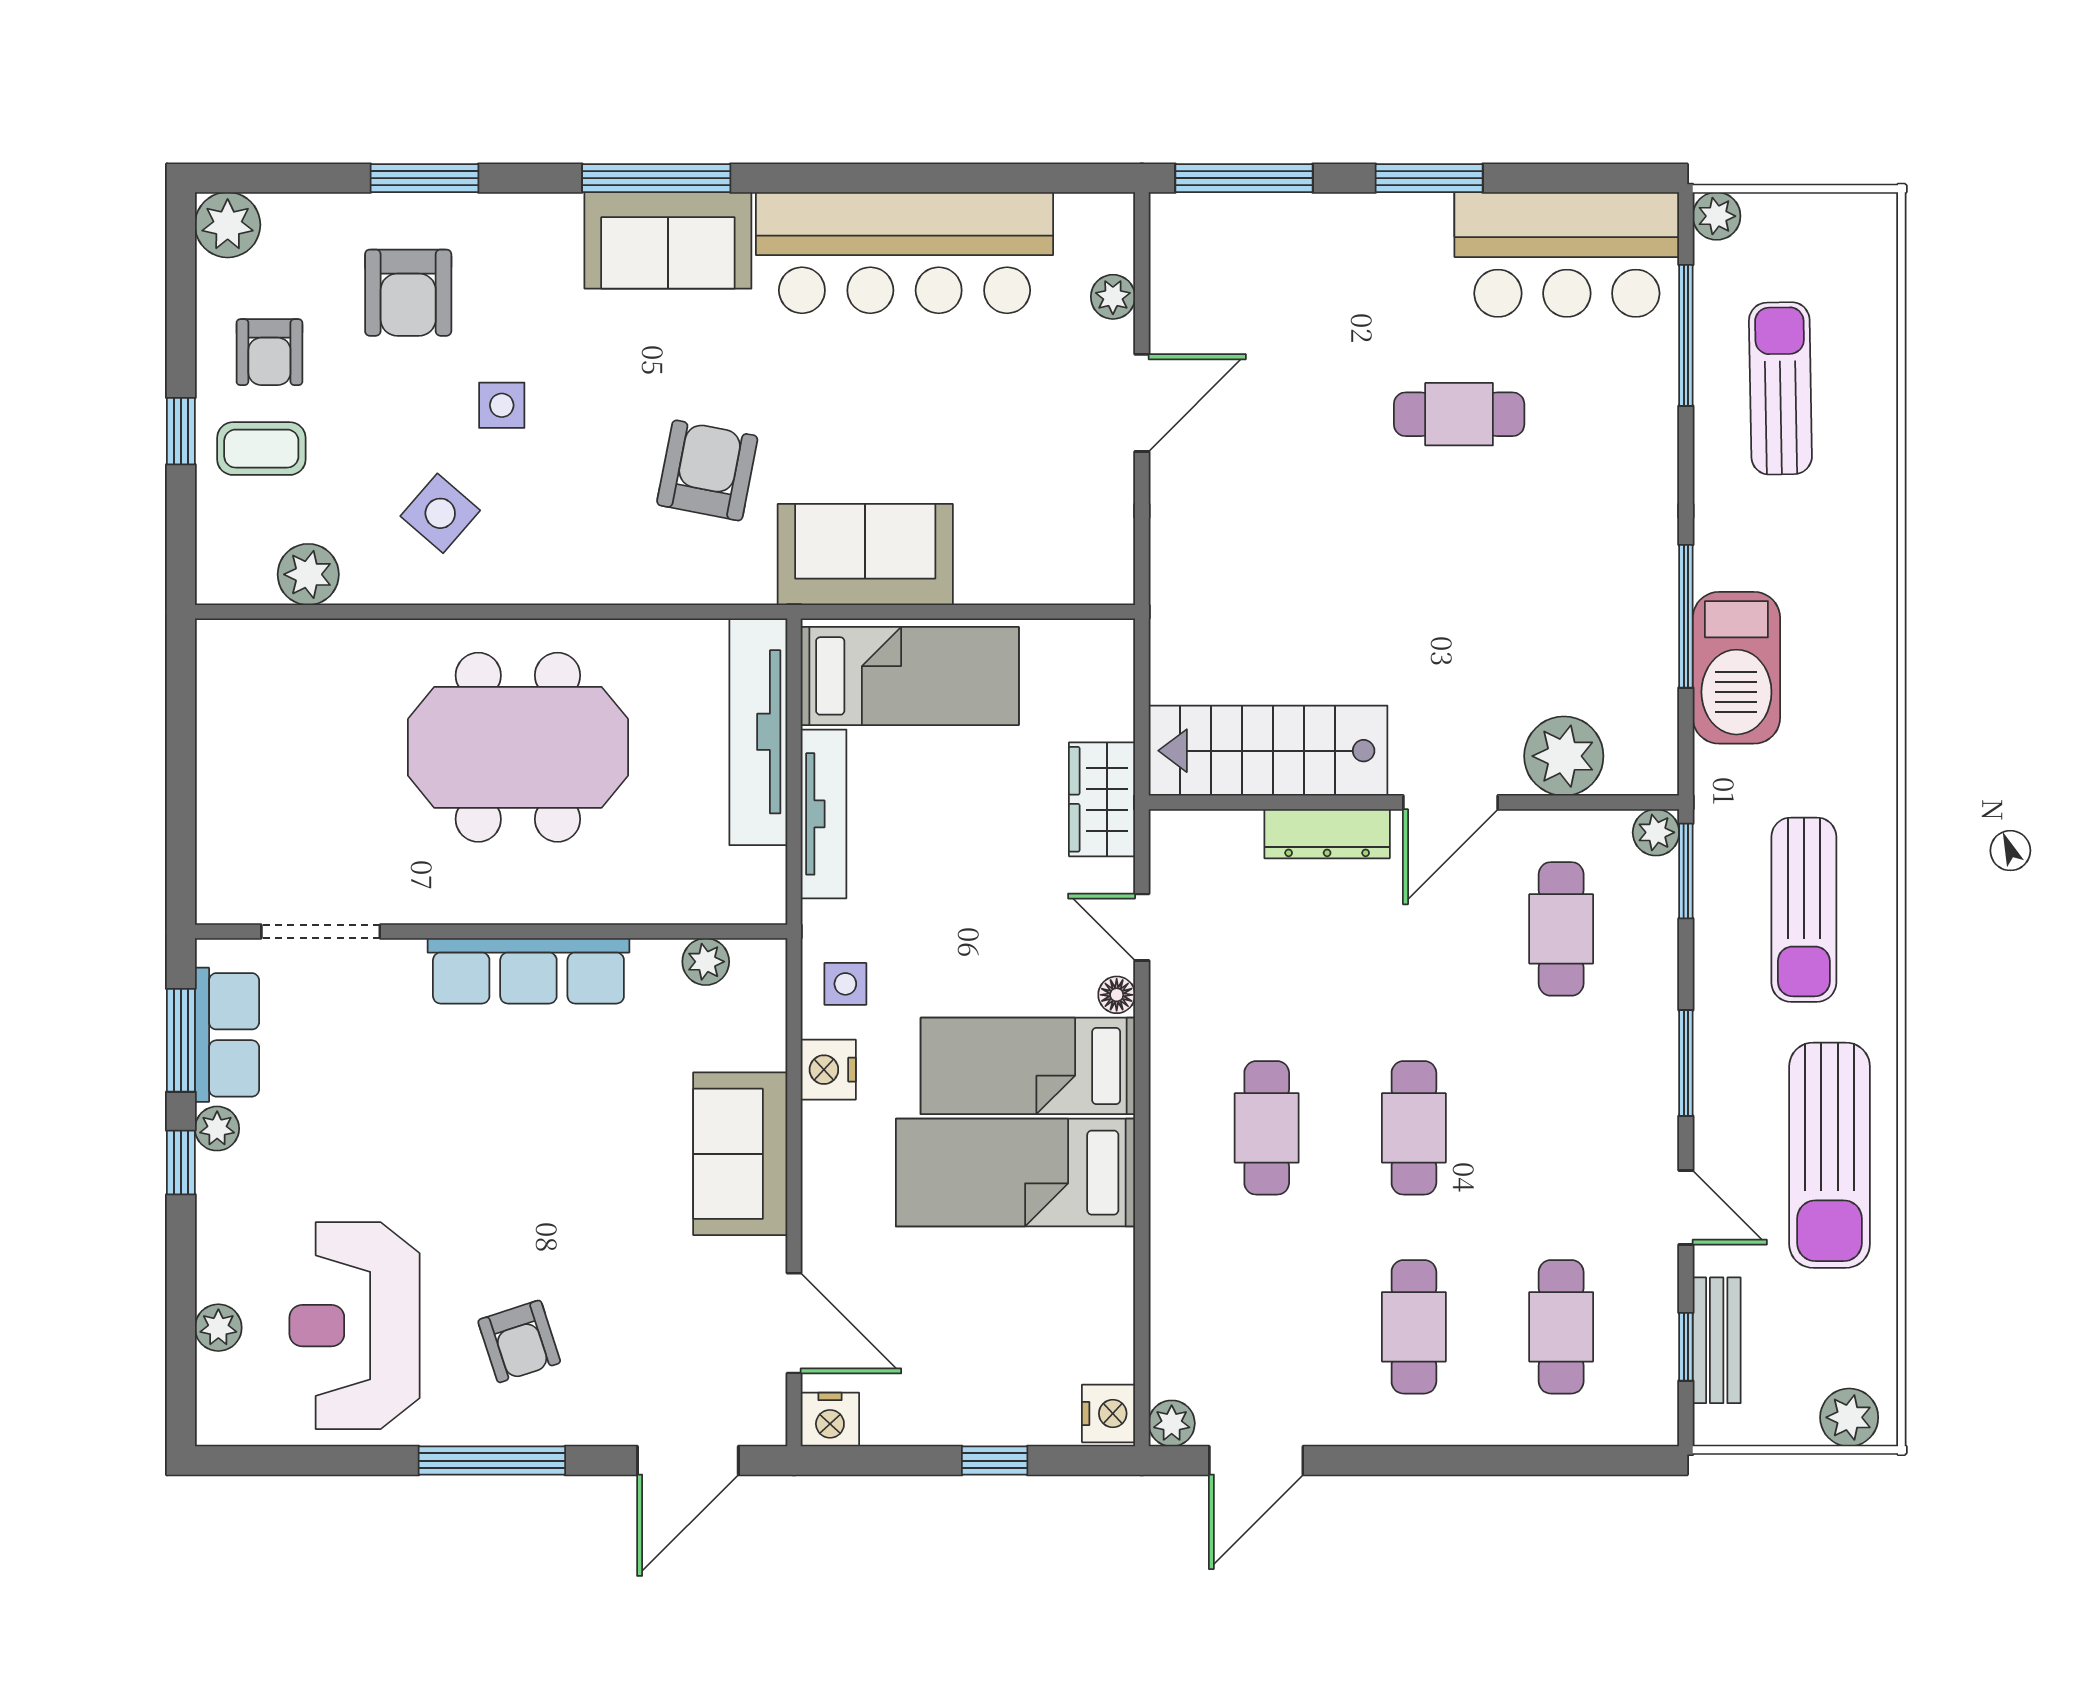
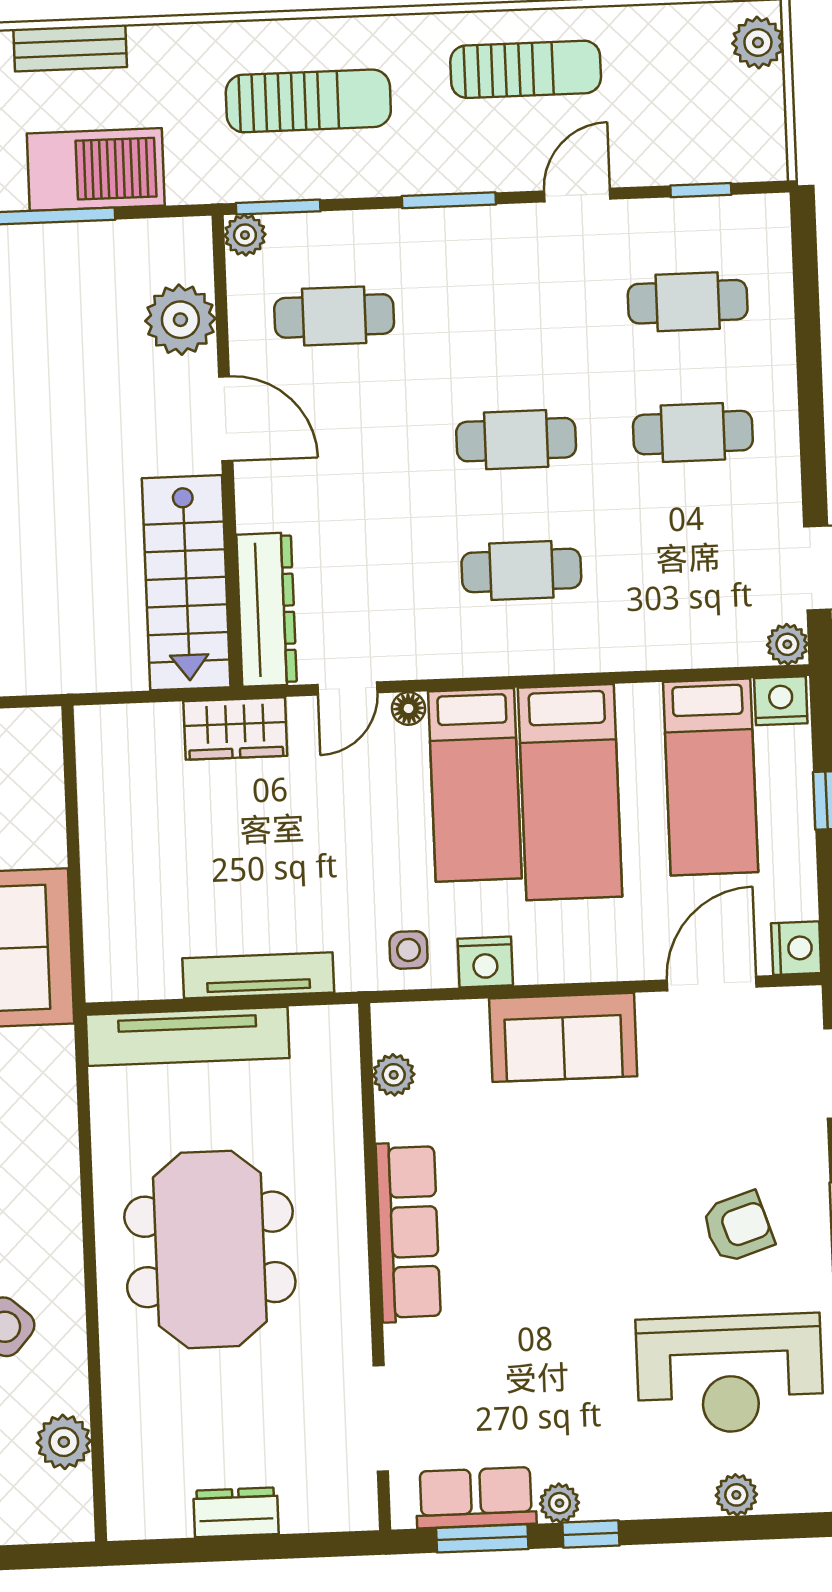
bed: (910, 676) -> (711, 777), moved, turned 180
dresser: (221, 765) -> (236, 1512), added
dresser: (1327, 834) -> (267, 610), moved, width x1.37, depth x1.24
sun lounger: (1830, 1155) -> (526, 69), width x0.73, depth x0.75
bench: (1717, 1340) -> (70, 48), moved

